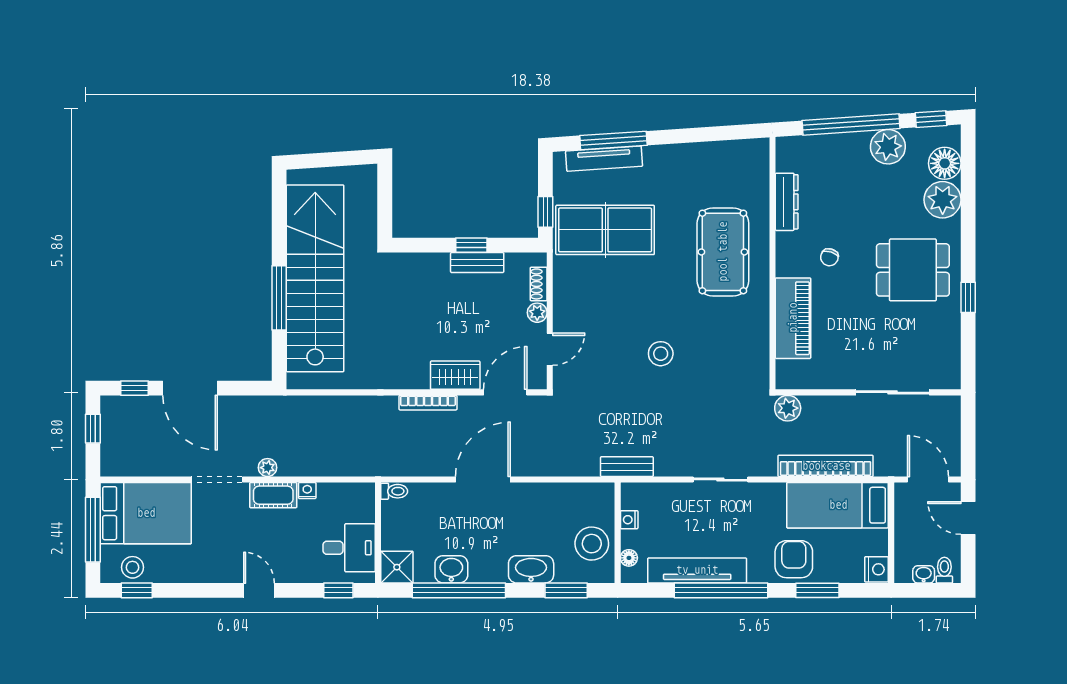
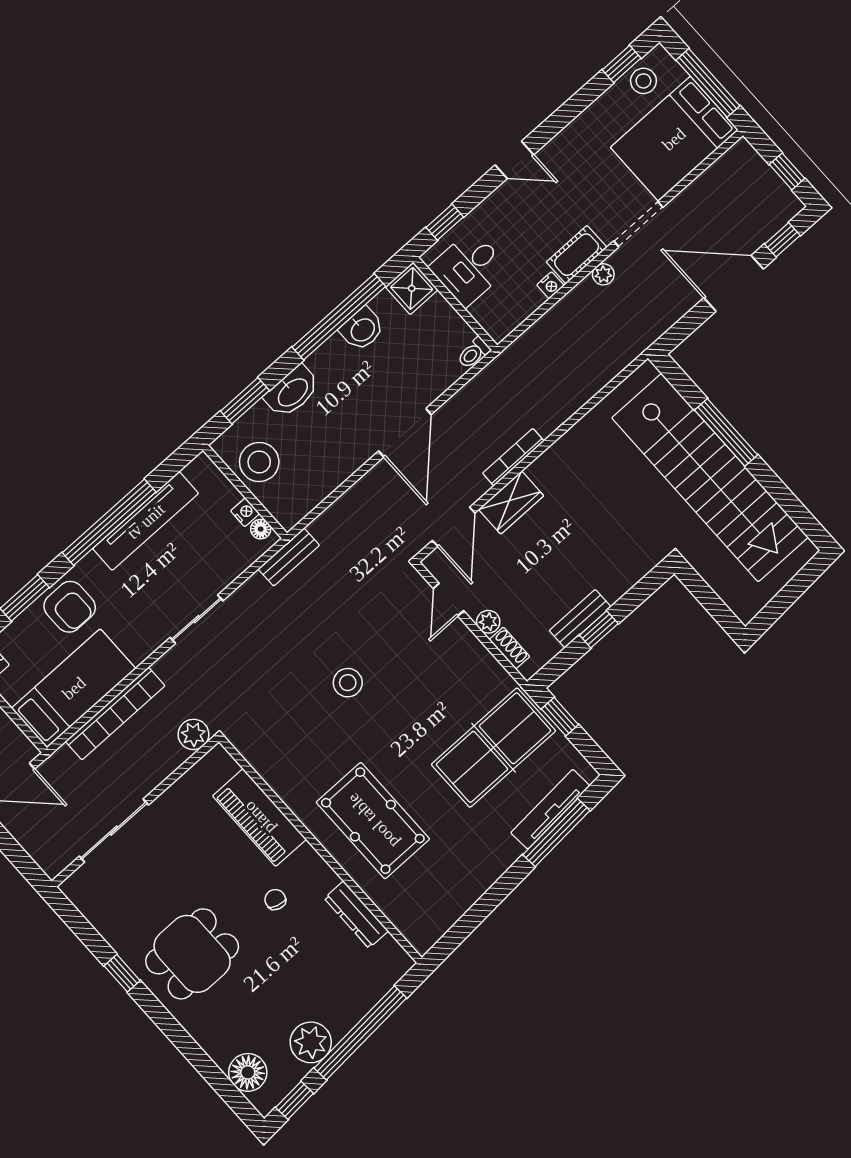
plant: (943, 200) -> (221, 1039), removed
floor lamp: (629, 558) -> (261, 529), moved

